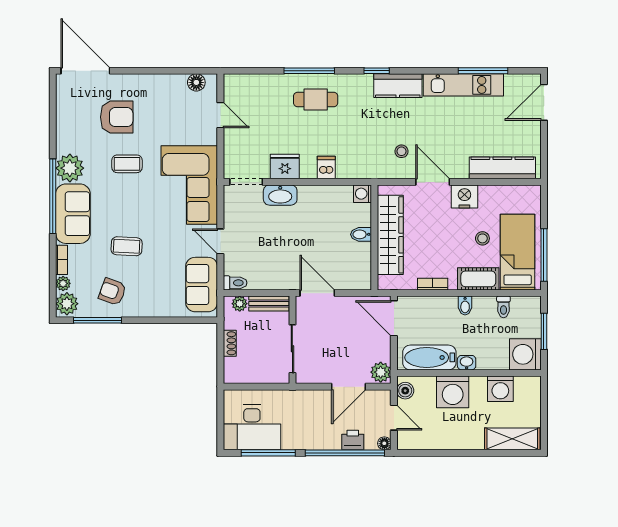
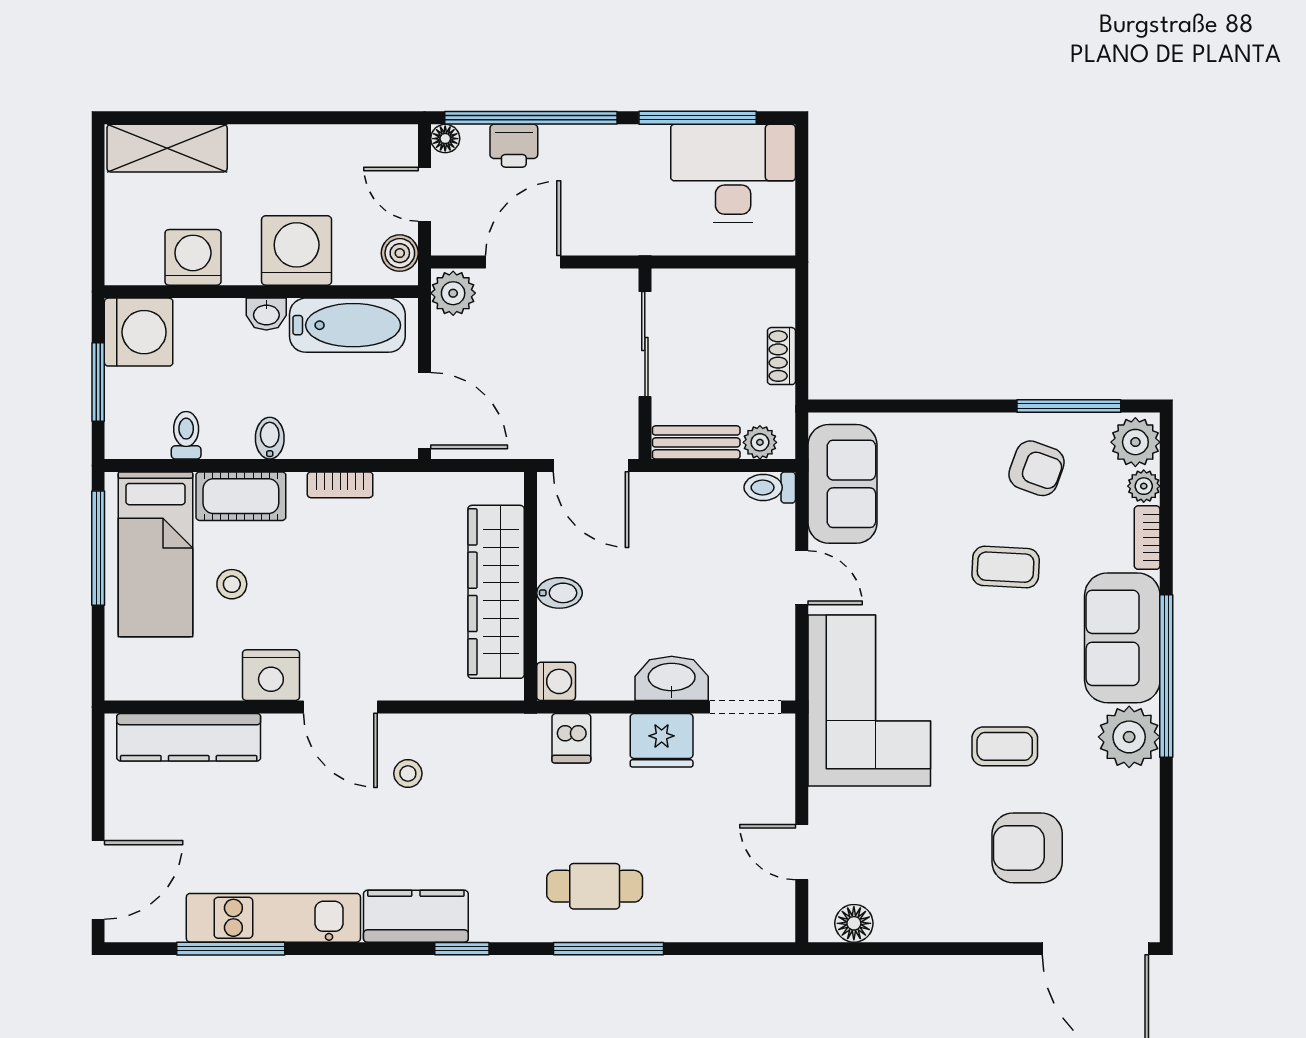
washing machine: (363, 194) -> (556, 681), moved
bidet: (361, 234) -> (559, 593), moved
wardrobe: (390, 235) -> (496, 592), moved
wall: (374, 237) -> (530, 586), moved

